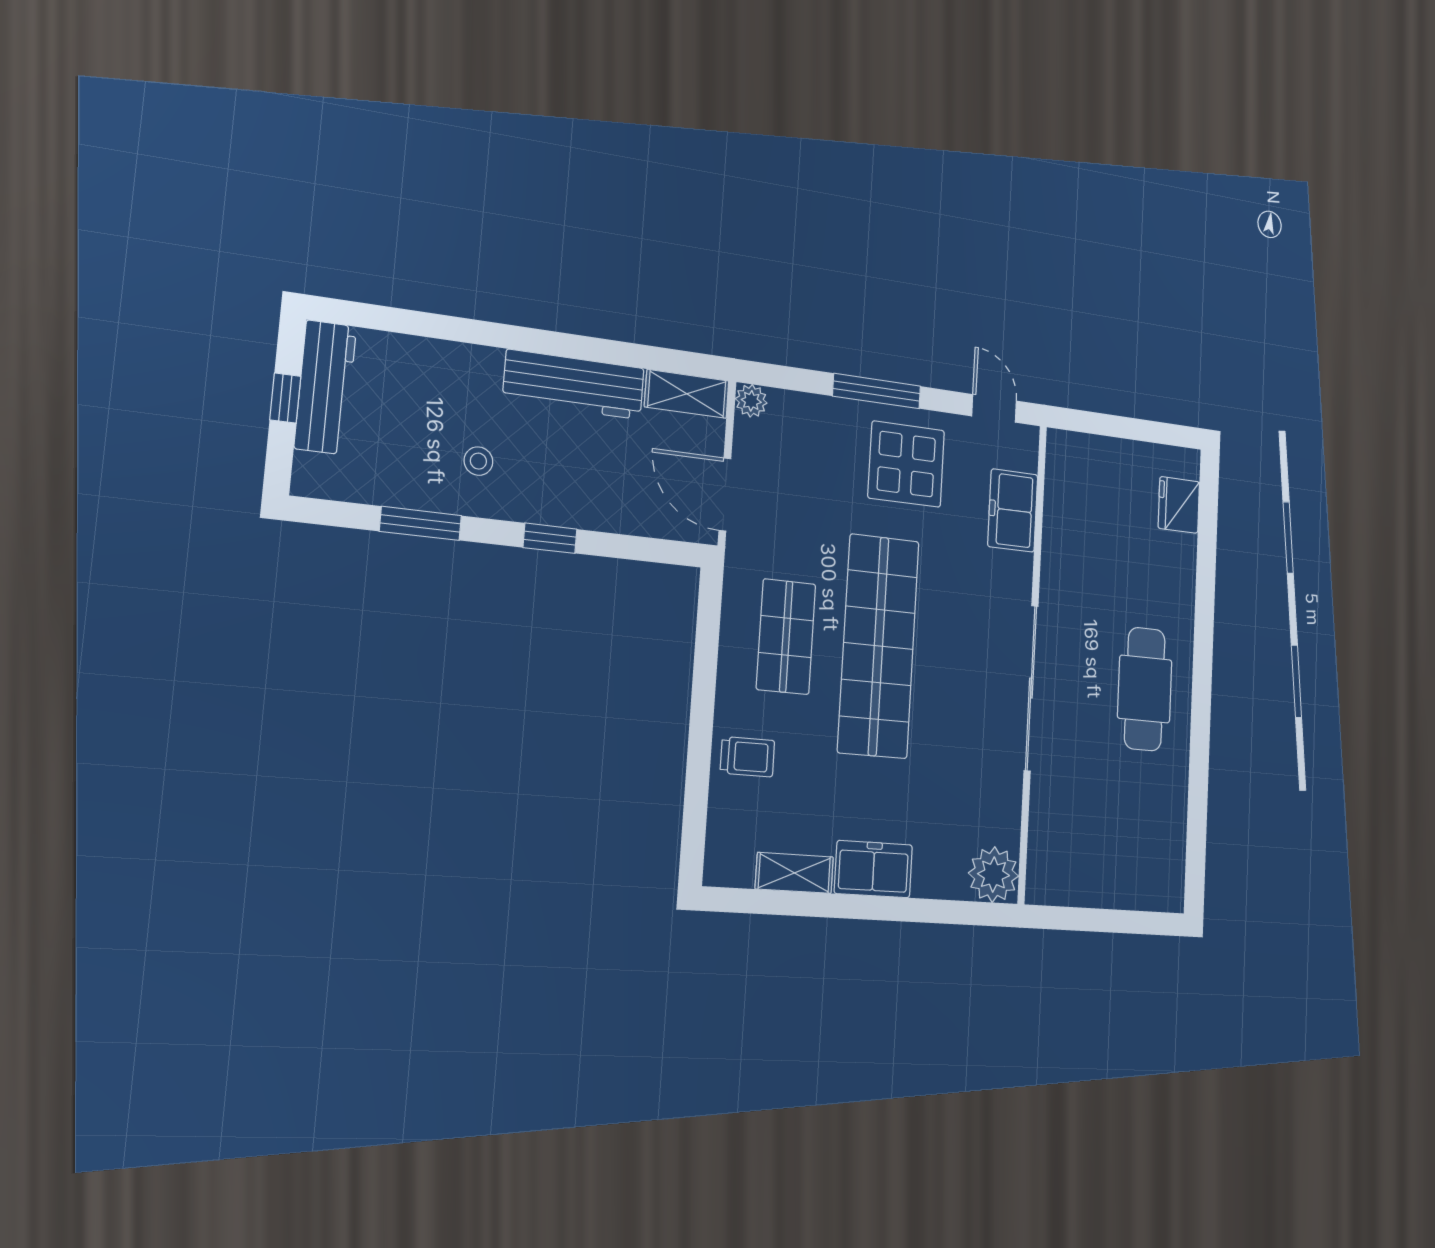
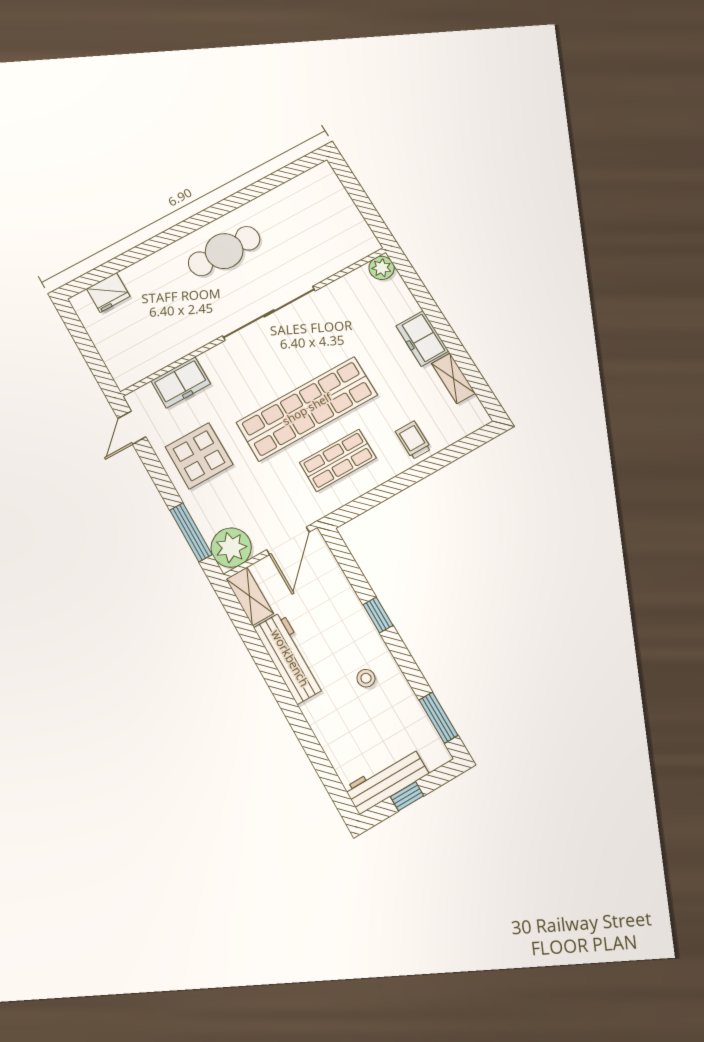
window: (877, 391) -> (191, 532), moved
plant: (751, 401) -> (231, 548), width x1.87, depth x1.87
window: (421, 523) -> (438, 718), moved
plant: (994, 875) -> (382, 268), width x0.73, depth x0.73

